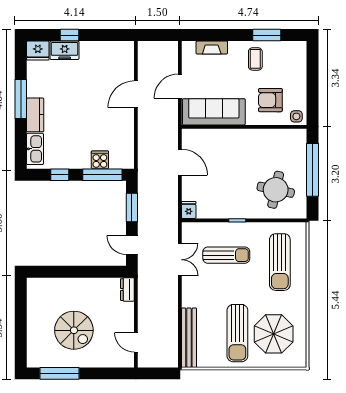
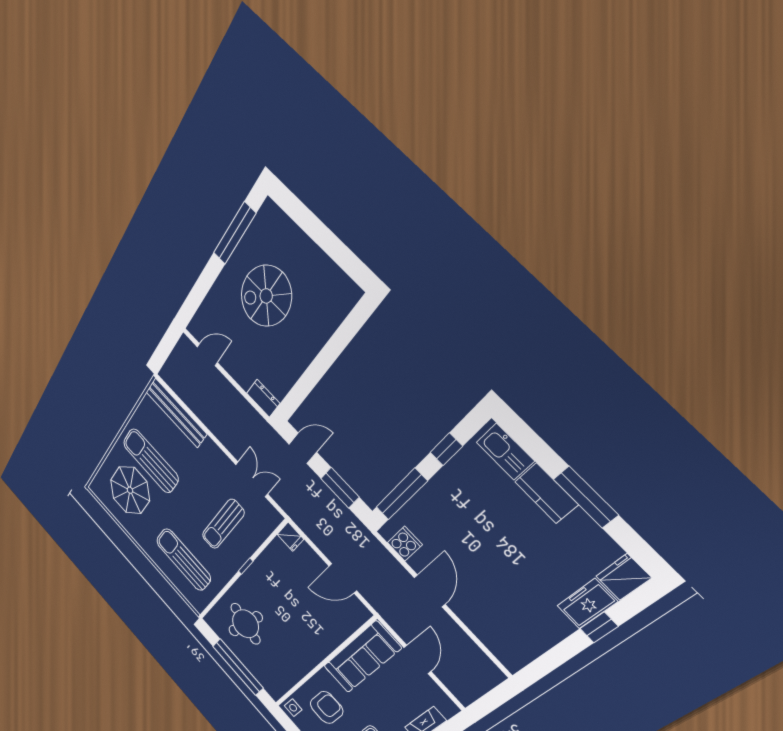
door: (136, 94) -> (430, 591), moved
cooker: (100, 160) -> (405, 544), moved, turned -90
double door: (180, 260) -> (252, 479), swing flipped

